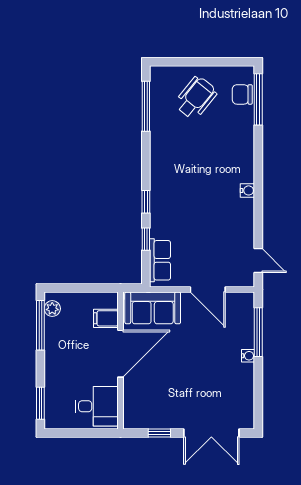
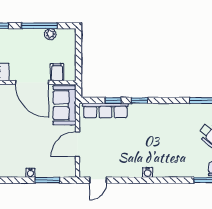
row of seats: (160, 260) -> (105, 111), width x1.48
plant: (52, 309) -> (50, 34), moved
window: (40, 325) -> (39, 26), moved
window: (258, 332) -> (47, 180), width x0.69

